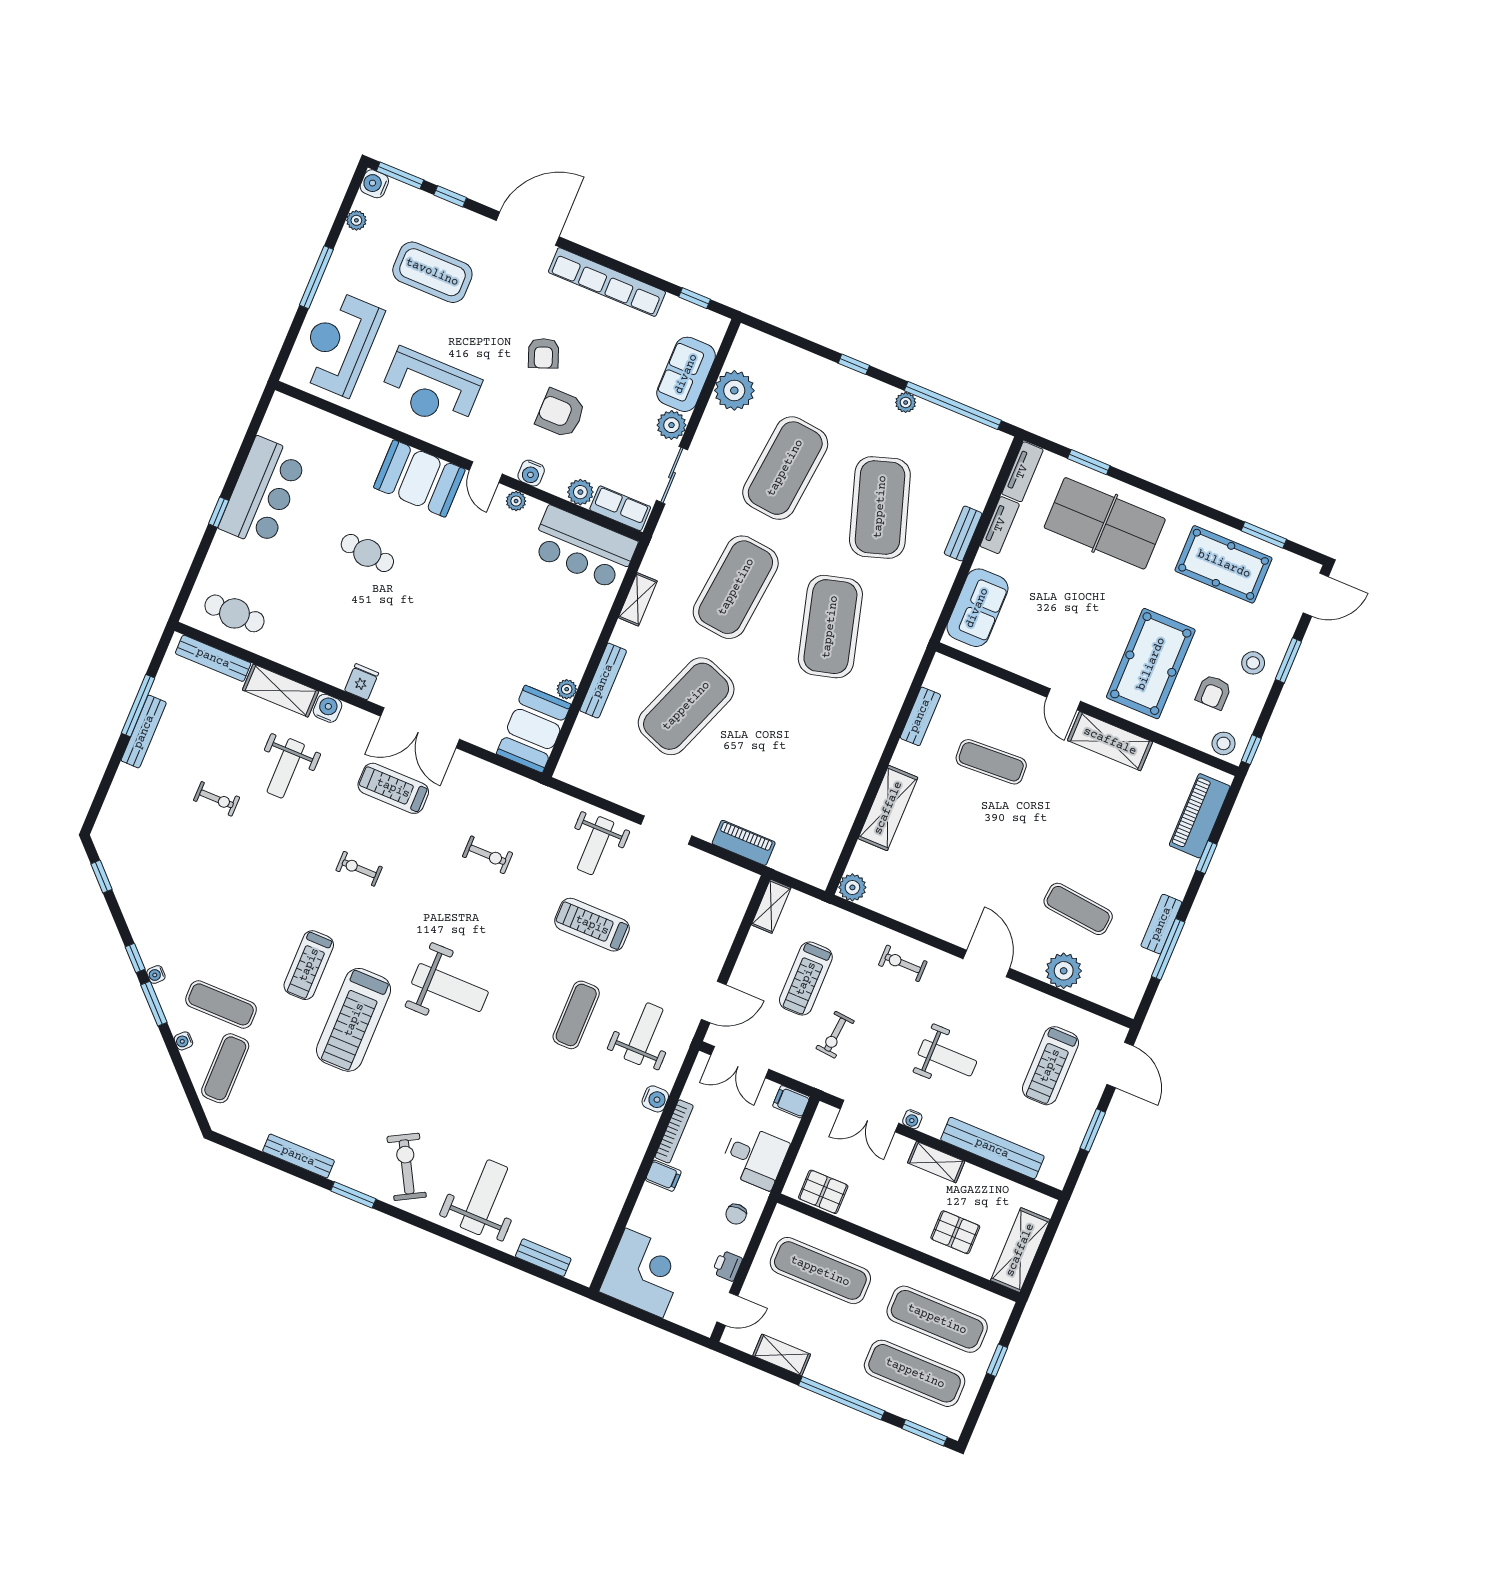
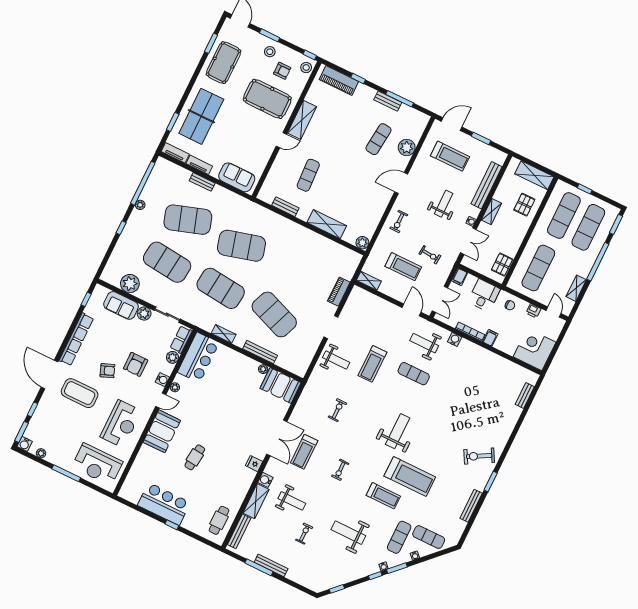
coffee table: (432, 272) -> (80, 393), moved, turned 90
weight bench: (484, 1197) -> (348, 533), moved

